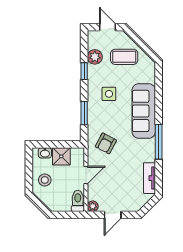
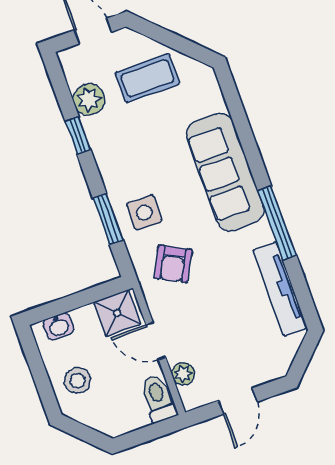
side table: (109, 94) -> (144, 213), moved
shower: (61, 156) -> (117, 313), moved
door: (86, 175) -> (156, 341), swing flipped
tv unit: (149, 178) -> (280, 289), width x1.41
plant: (93, 206) -> (183, 374), moved

